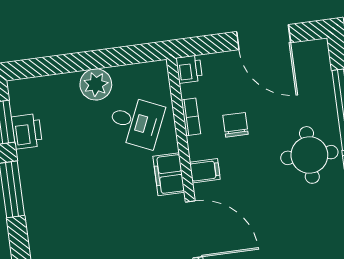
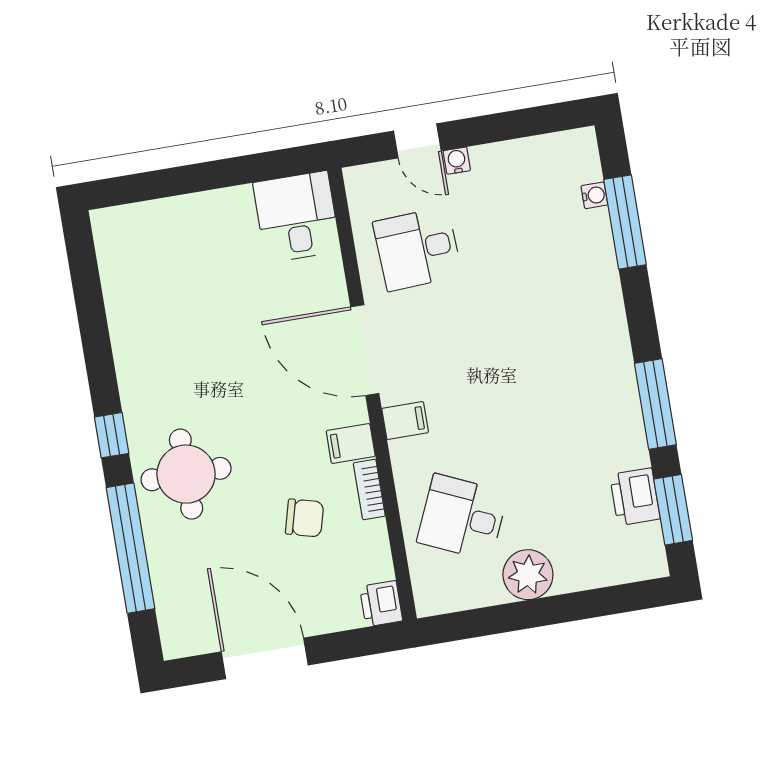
bookcase: (191, 117) -> (369, 489), moved
chair: (236, 125) -> (305, 518), turned -75
filing cabinet: (169, 174) -> (405, 421), width x0.50

